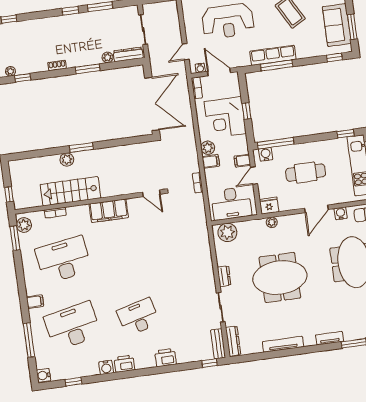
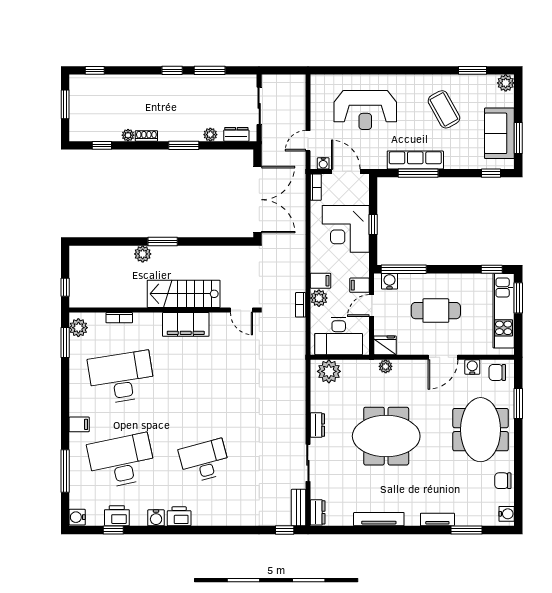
dresser: (128, 54) -> (236, 134), width x0.70
plant: (10, 71) -> (128, 135), moved
plant: (208, 148) -> (319, 298), moved
stairs: (70, 191) -> (184, 294), moved
dresser: (233, 341) -> (318, 512), width x0.70
printer: (166, 358) -> (117, 516), moved

